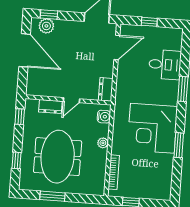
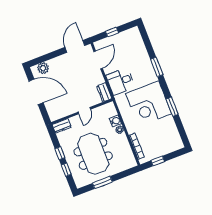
window: (49, 14) -> (41, 59), removed
desk: (165, 65) -> (120, 81), moved, turned 180
dresser: (50, 107) -> (62, 126), moved
window: (20, 117) -> (60, 153), moved
water cooler: (104, 117) -> (115, 121), moved

